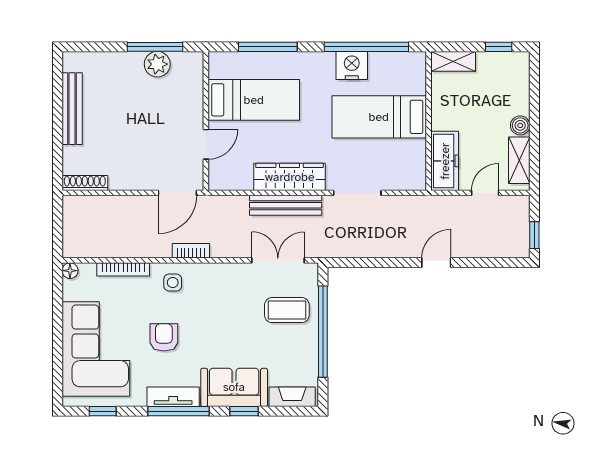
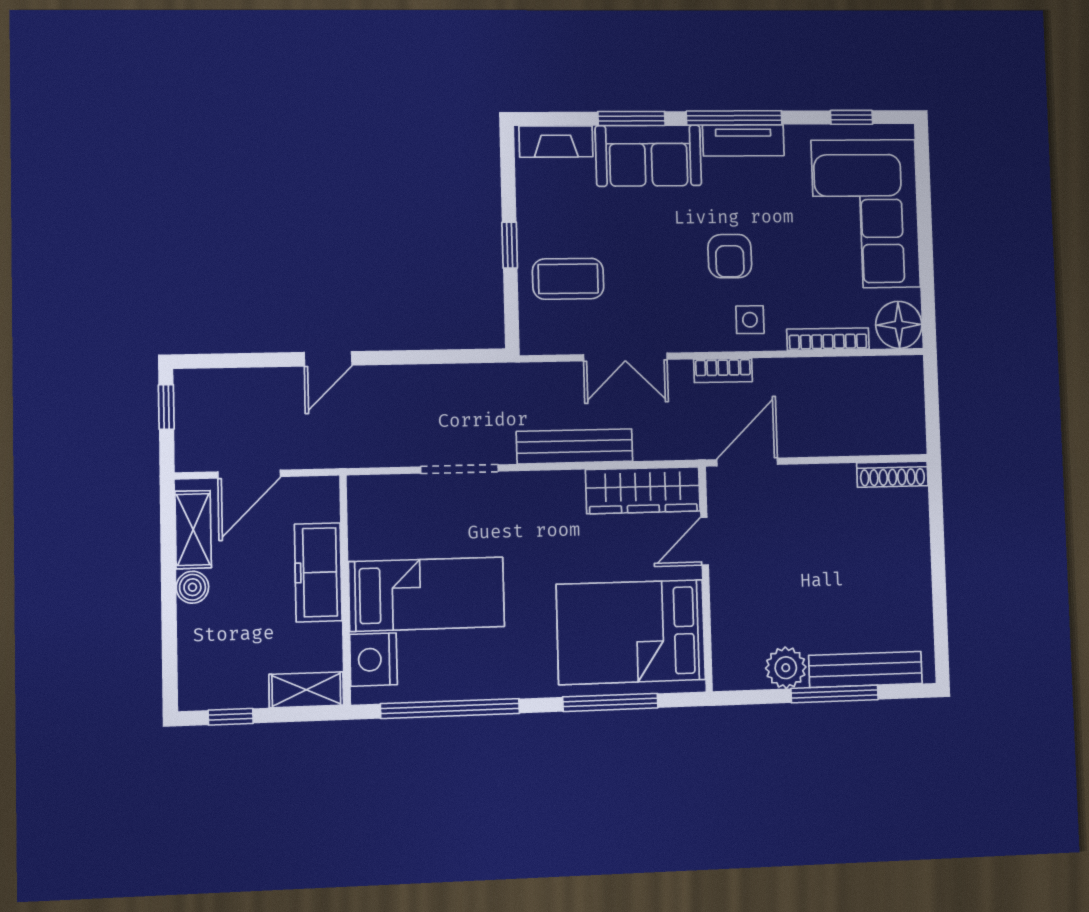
window: (155, 47) -> (835, 694), moved
nightstand: (352, 65) -> (374, 660), moved, turned 90
bed: (254, 100) -> (631, 632), width x1.50
bench: (72, 109) -> (865, 669), moved, turned 90
freezer: (445, 161) -> (318, 572), moved
wardrobe: (290, 177) -> (643, 490), moved
door: (485, 193) -> (249, 474), width x1.38
double door: (278, 260) -> (625, 357), moved
floor lamp: (70, 271) -> (899, 325), width x1.89, depth x1.89
window: (323, 332) -> (510, 245), width x0.32
armchair: (164, 337) -> (730, 256), moved
window: (244, 411) -> (632, 118), width x1.50

